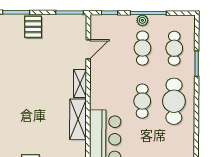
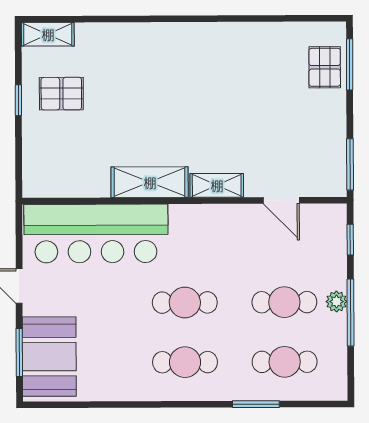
pallet: (33, 27) -> (325, 67), moved, turned 90
cafe table: (174, 101) -> (185, 362), width x0.73, depth x0.74

